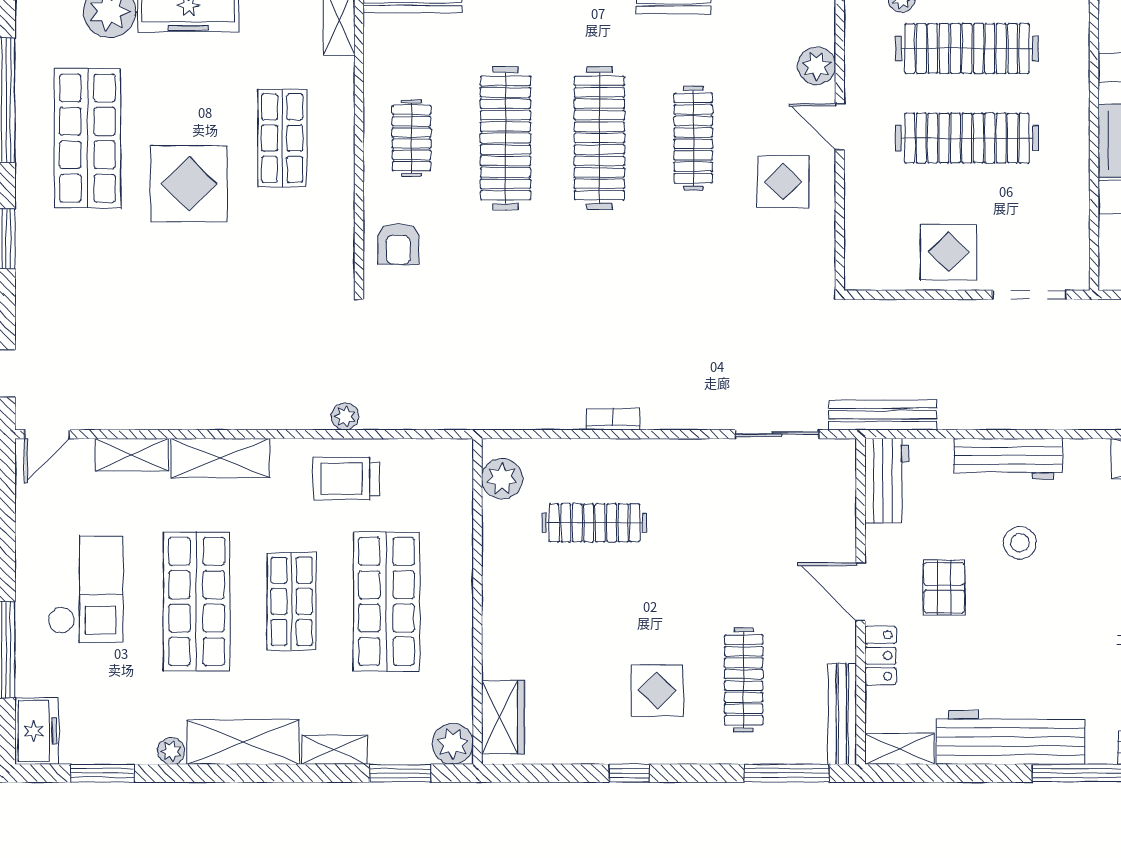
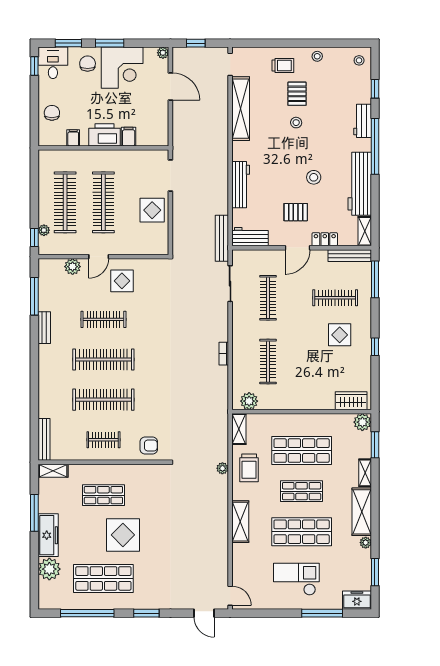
shelving: (132, 455) -> (239, 429), moved
clothes rail: (744, 523) -> (268, 298), added
stool: (1020, 543) -> (314, 177), moved

